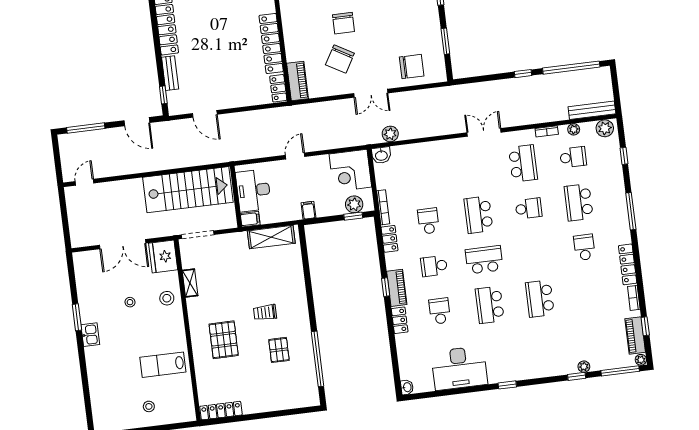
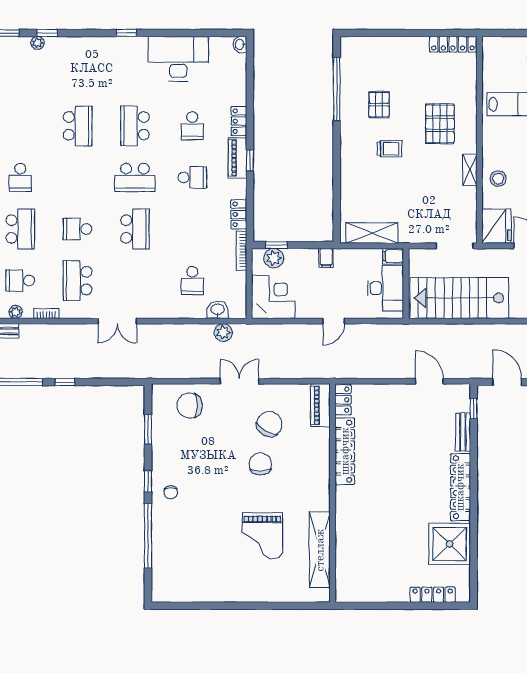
washbasin: (381, 155) -> (218, 310), moved
school desk: (428, 221) -> (192, 281), moved
shelving: (190, 283) -> (470, 170), moved
school desk: (490, 305) -> (135, 126), turned 180

